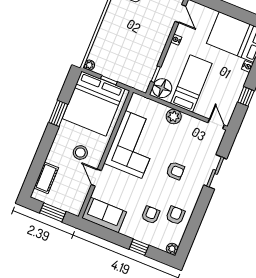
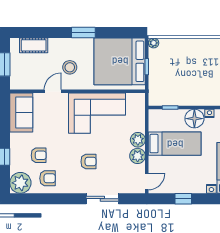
floor lamp: (162, 88) -> (194, 119), moved
window: (58, 113) -> (83, 32), moved
plant: (189, 123) -> (138, 156), added
armchair: (175, 171) -> (88, 162), turned -90
plant: (172, 249) -> (20, 183), width x1.87, depth x1.87

